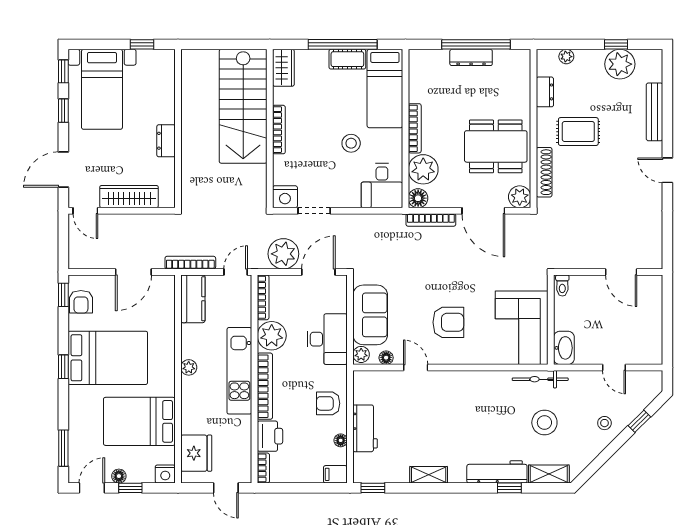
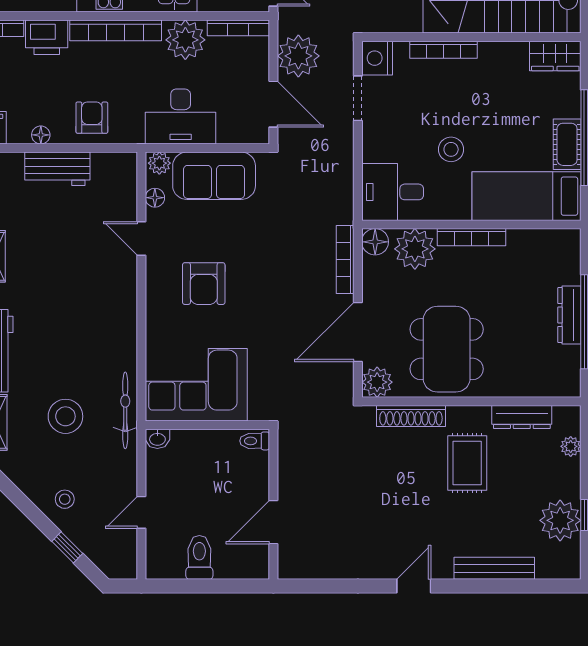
dresser: (545, 92) -> (522, 417), width x1.44
bookcase: (279, 130) -> (443, 50), moved
toilet: (647, 326) -> (199, 557), added
washbasin: (564, 348) -> (157, 439), width x0.52, depth x0.69
door: (416, 368) -> (141, 238), swing flipped

